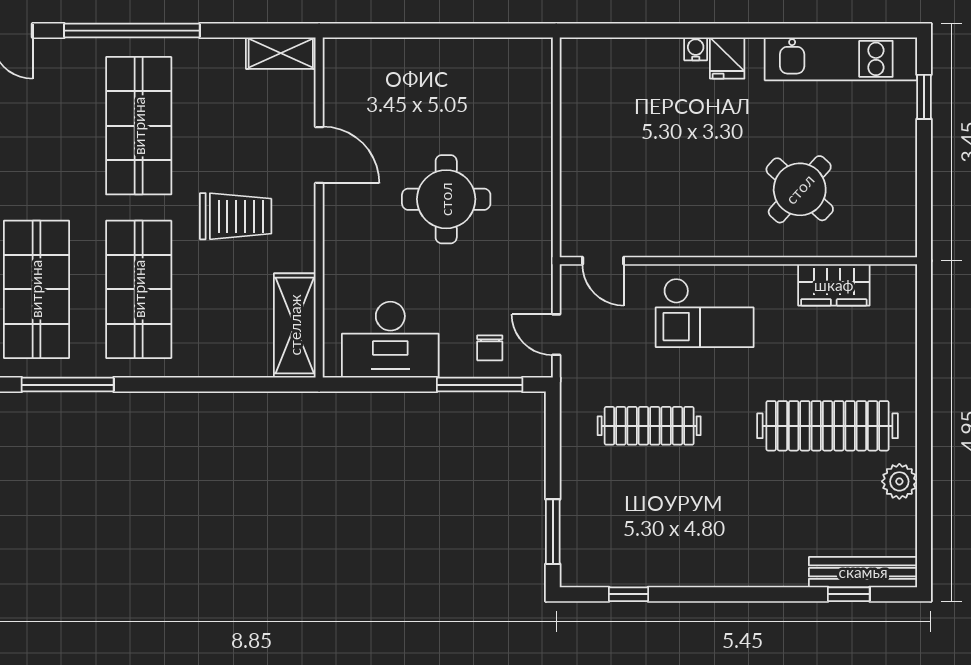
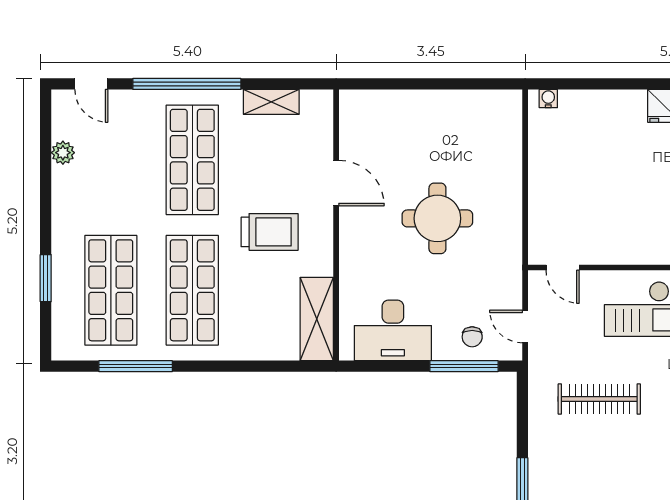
water cooler: (696, 49) -> (548, 99), moved
shelving: (281, 53) -> (271, 102), moved

